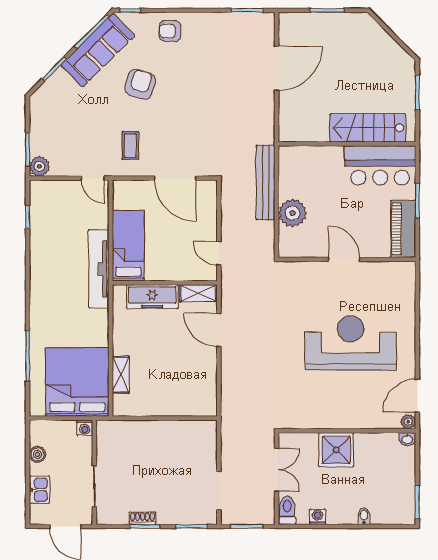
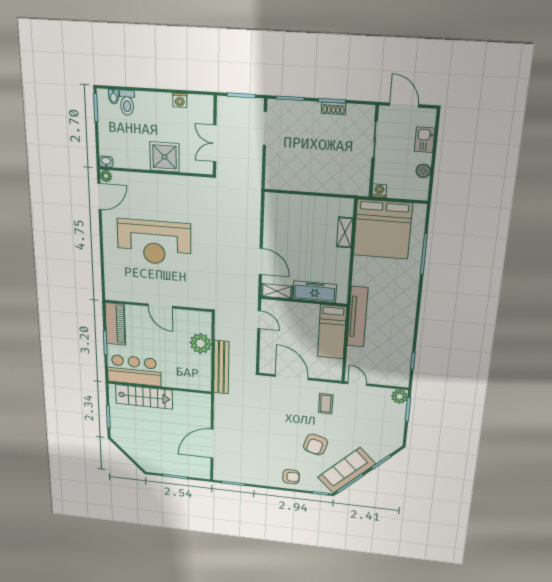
toilet: (287, 510) -> (127, 103), moved
bidet: (364, 516) -> (114, 97), moved

